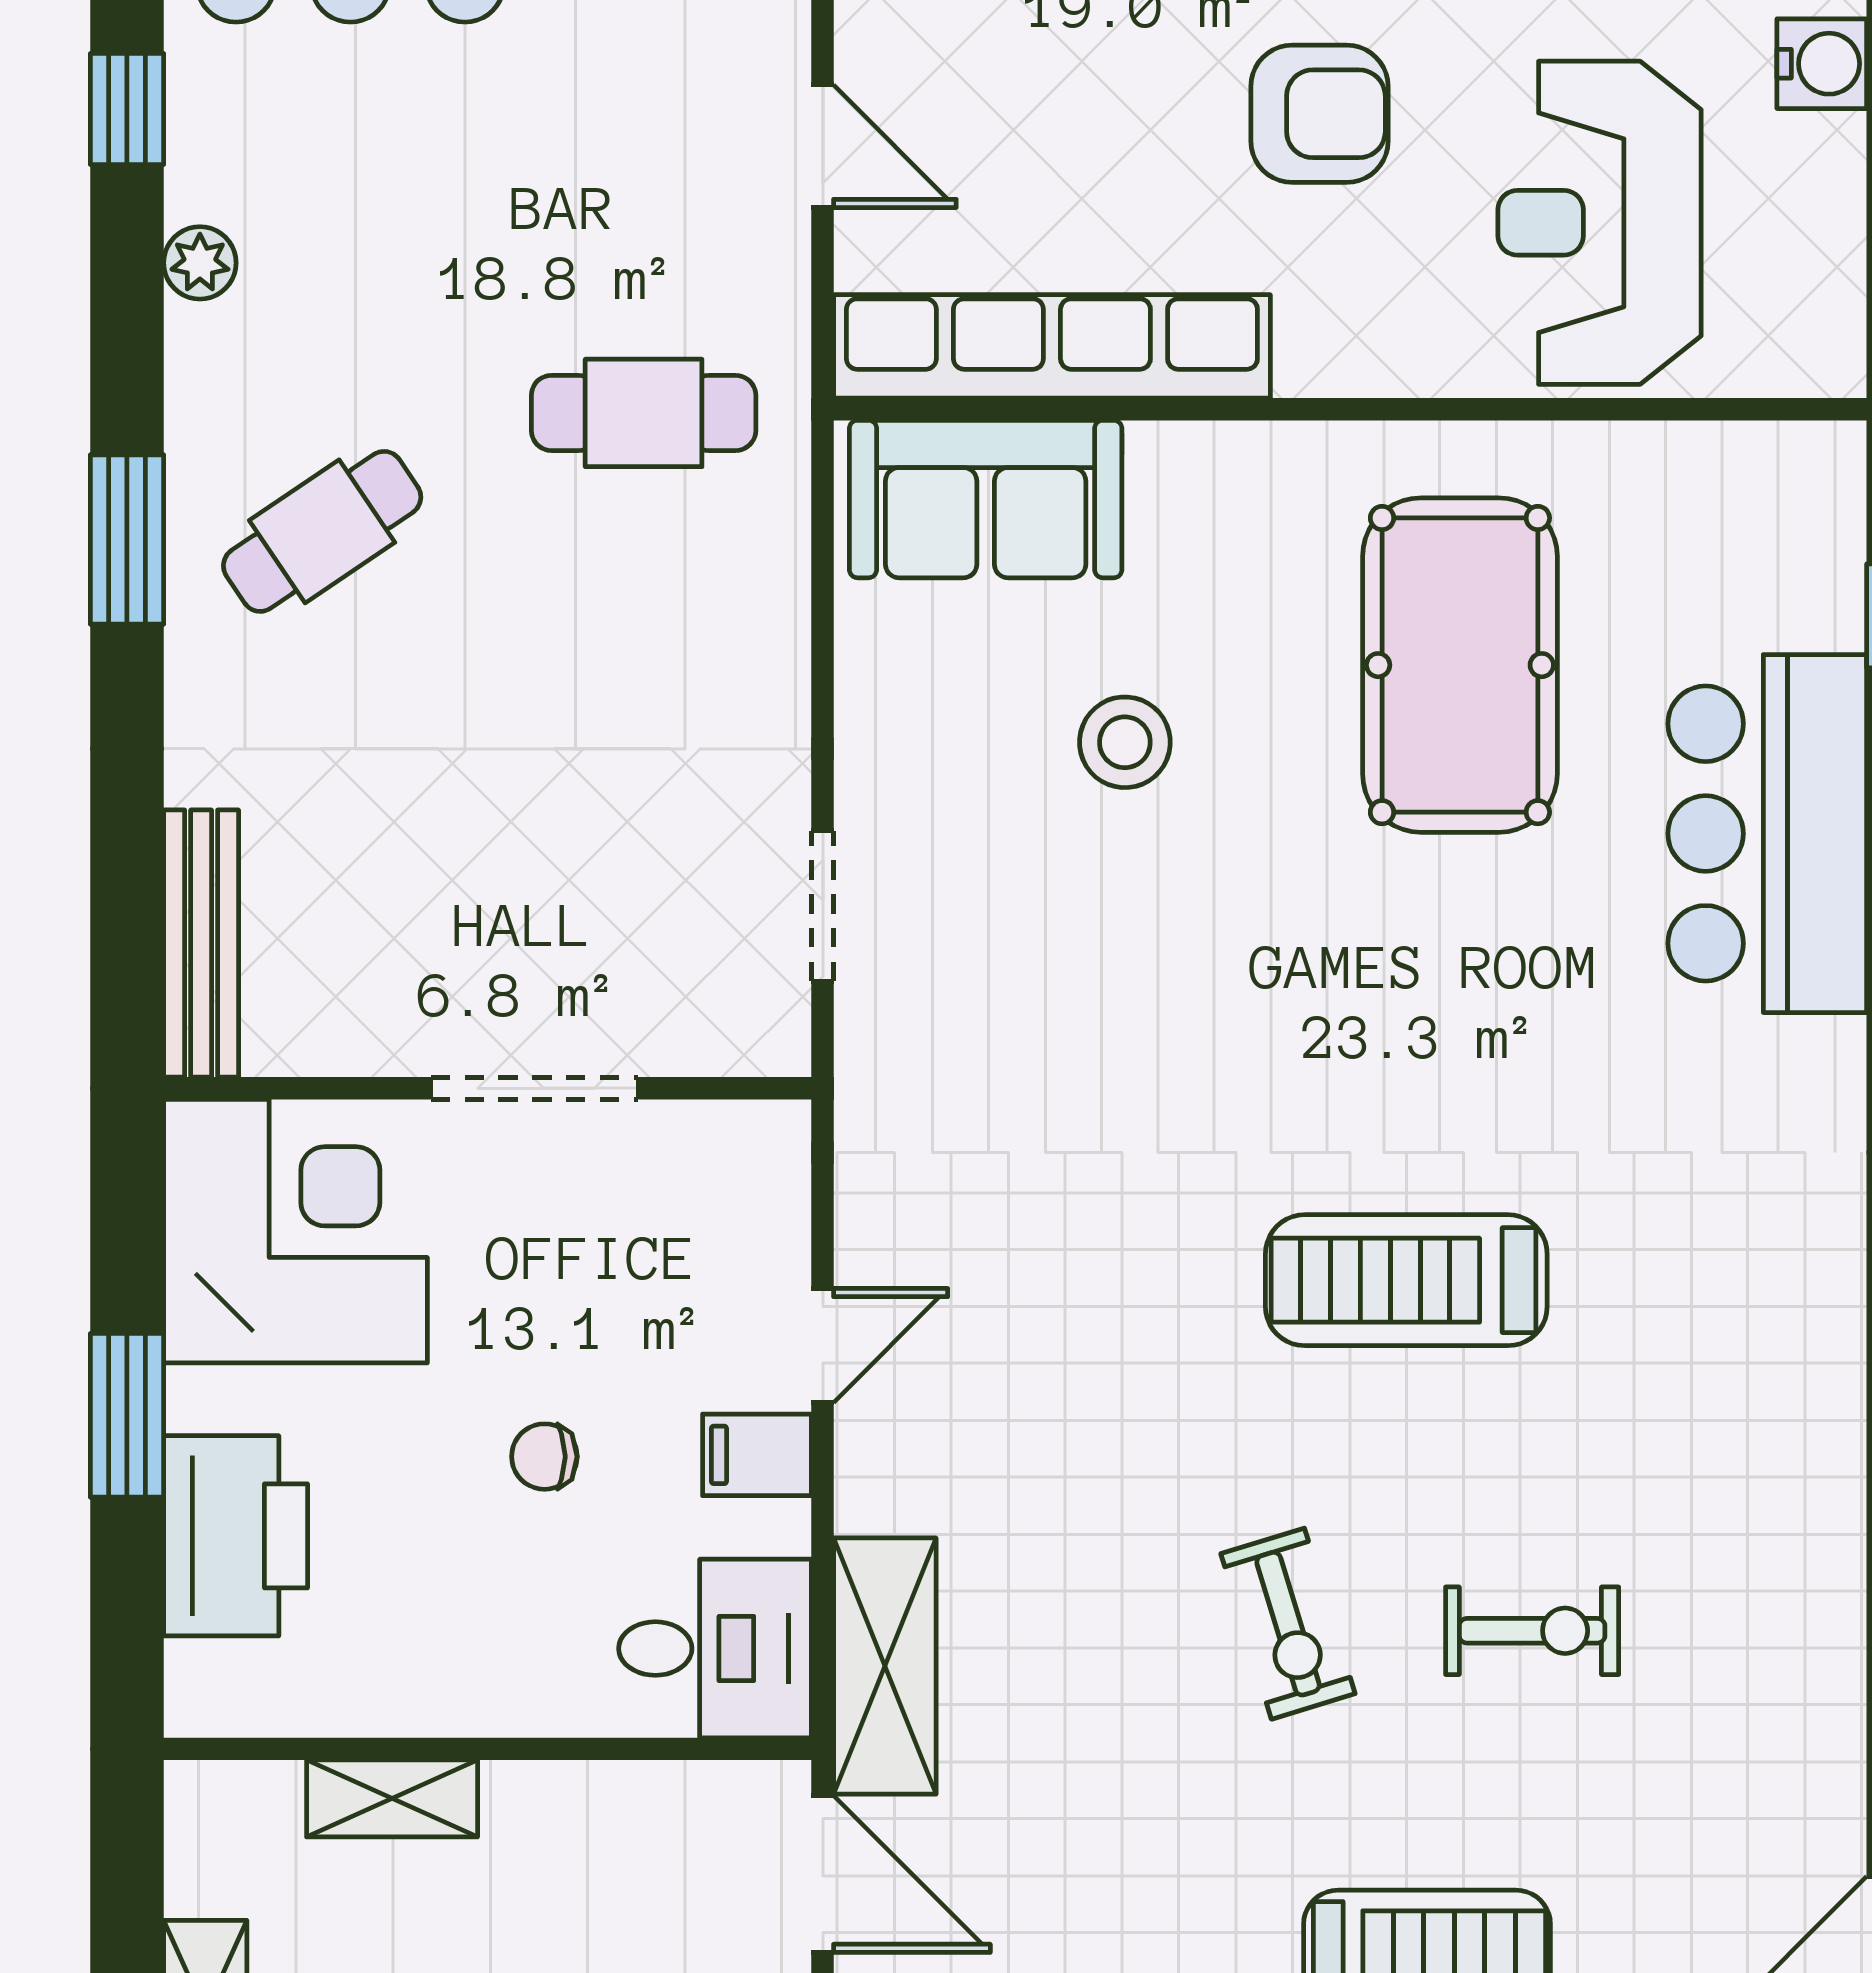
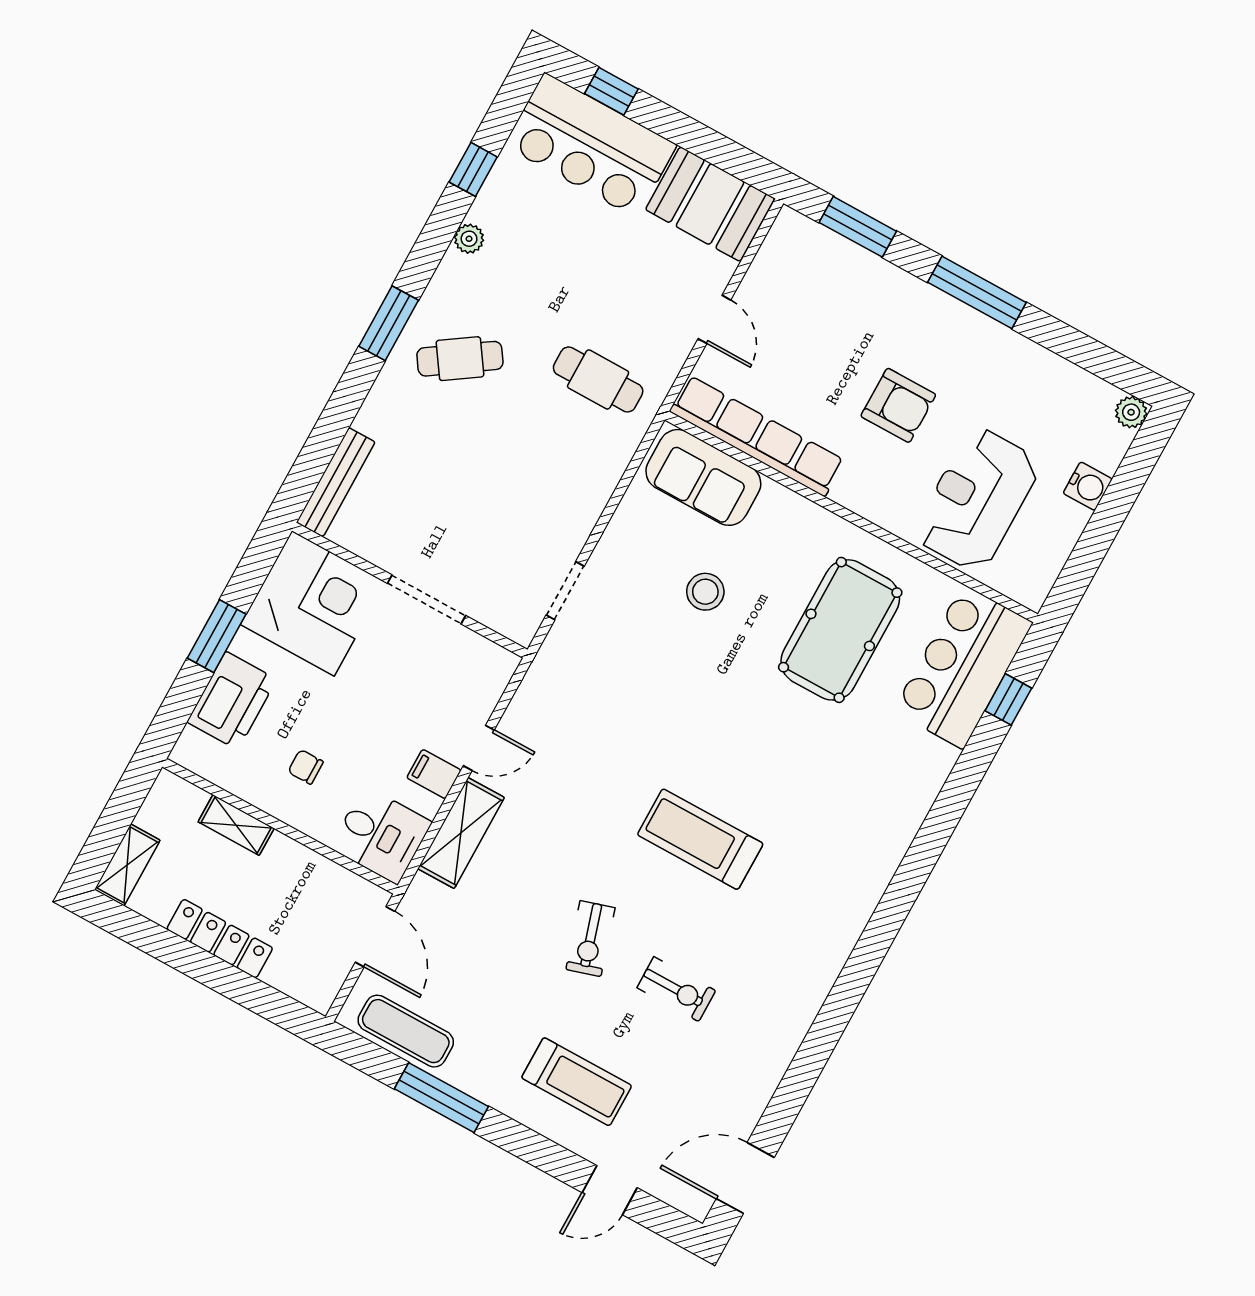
bar counter: (1767, 834) -> (963, 667), moved
chair: (544, 1457) -> (306, 767), moved
shelving: (885, 1666) -> (461, 833), moved

